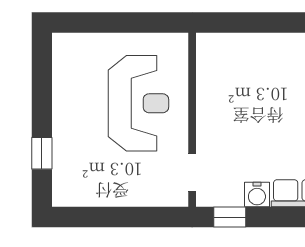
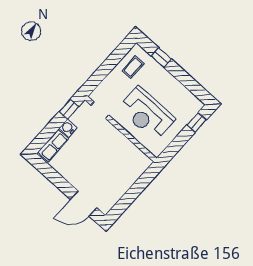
window: (88, 23) -> (197, 122), added
coffee table: (90, 180) -> (133, 67), added

